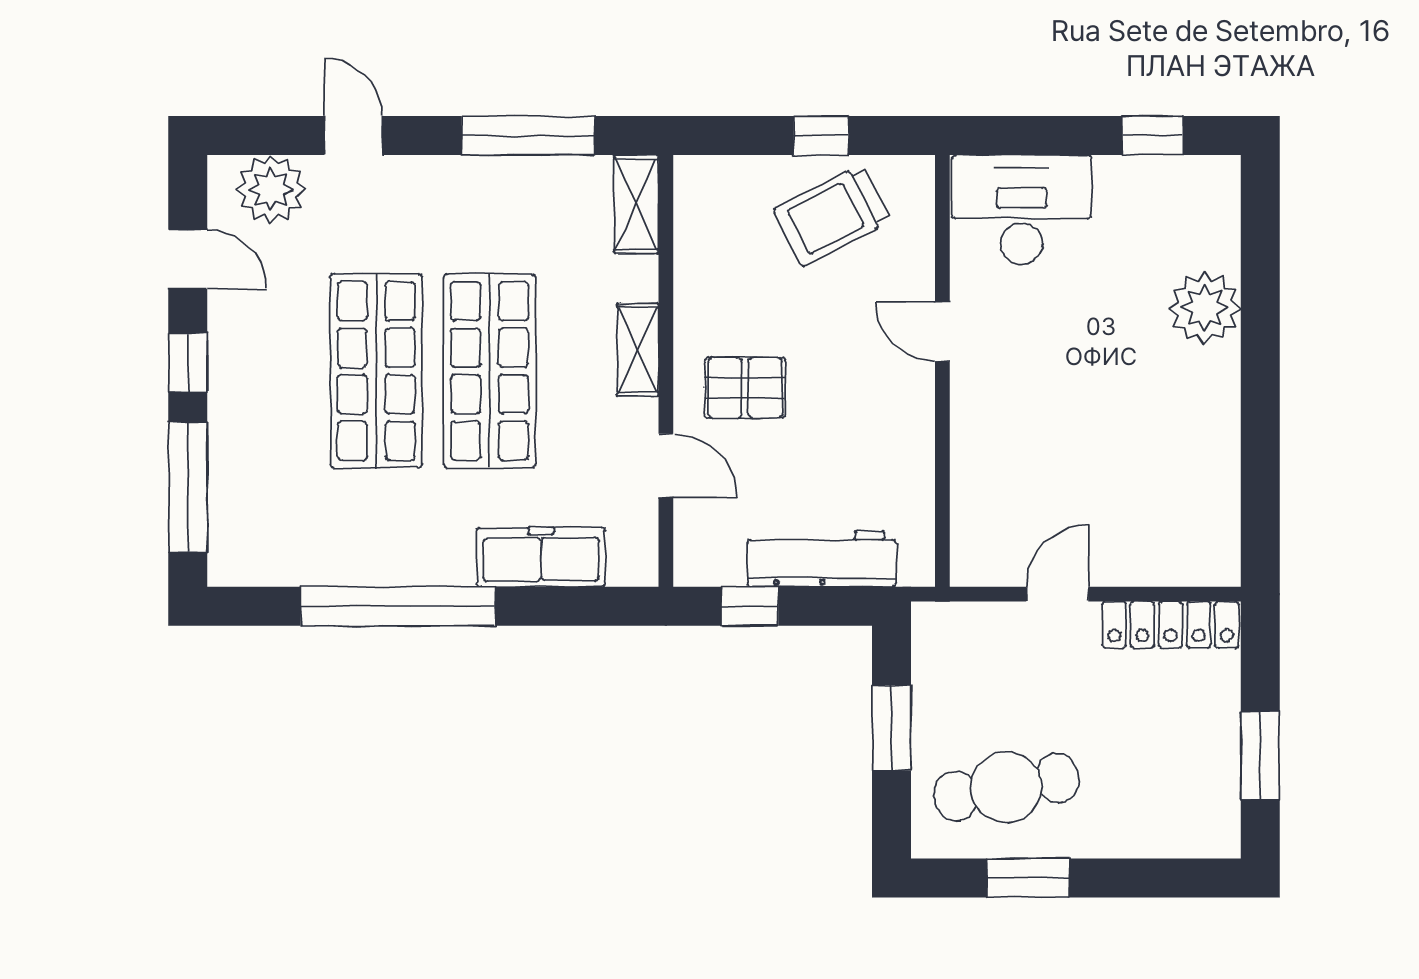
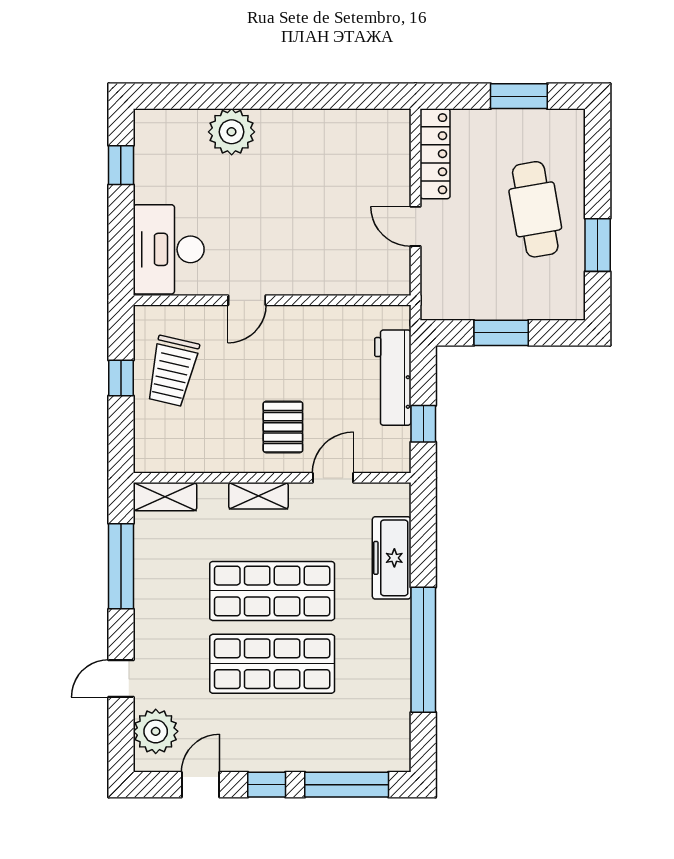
trolley: (832, 215) -> (172, 371), turned 40
cafe table: (1006, 787) -> (535, 209), moved

